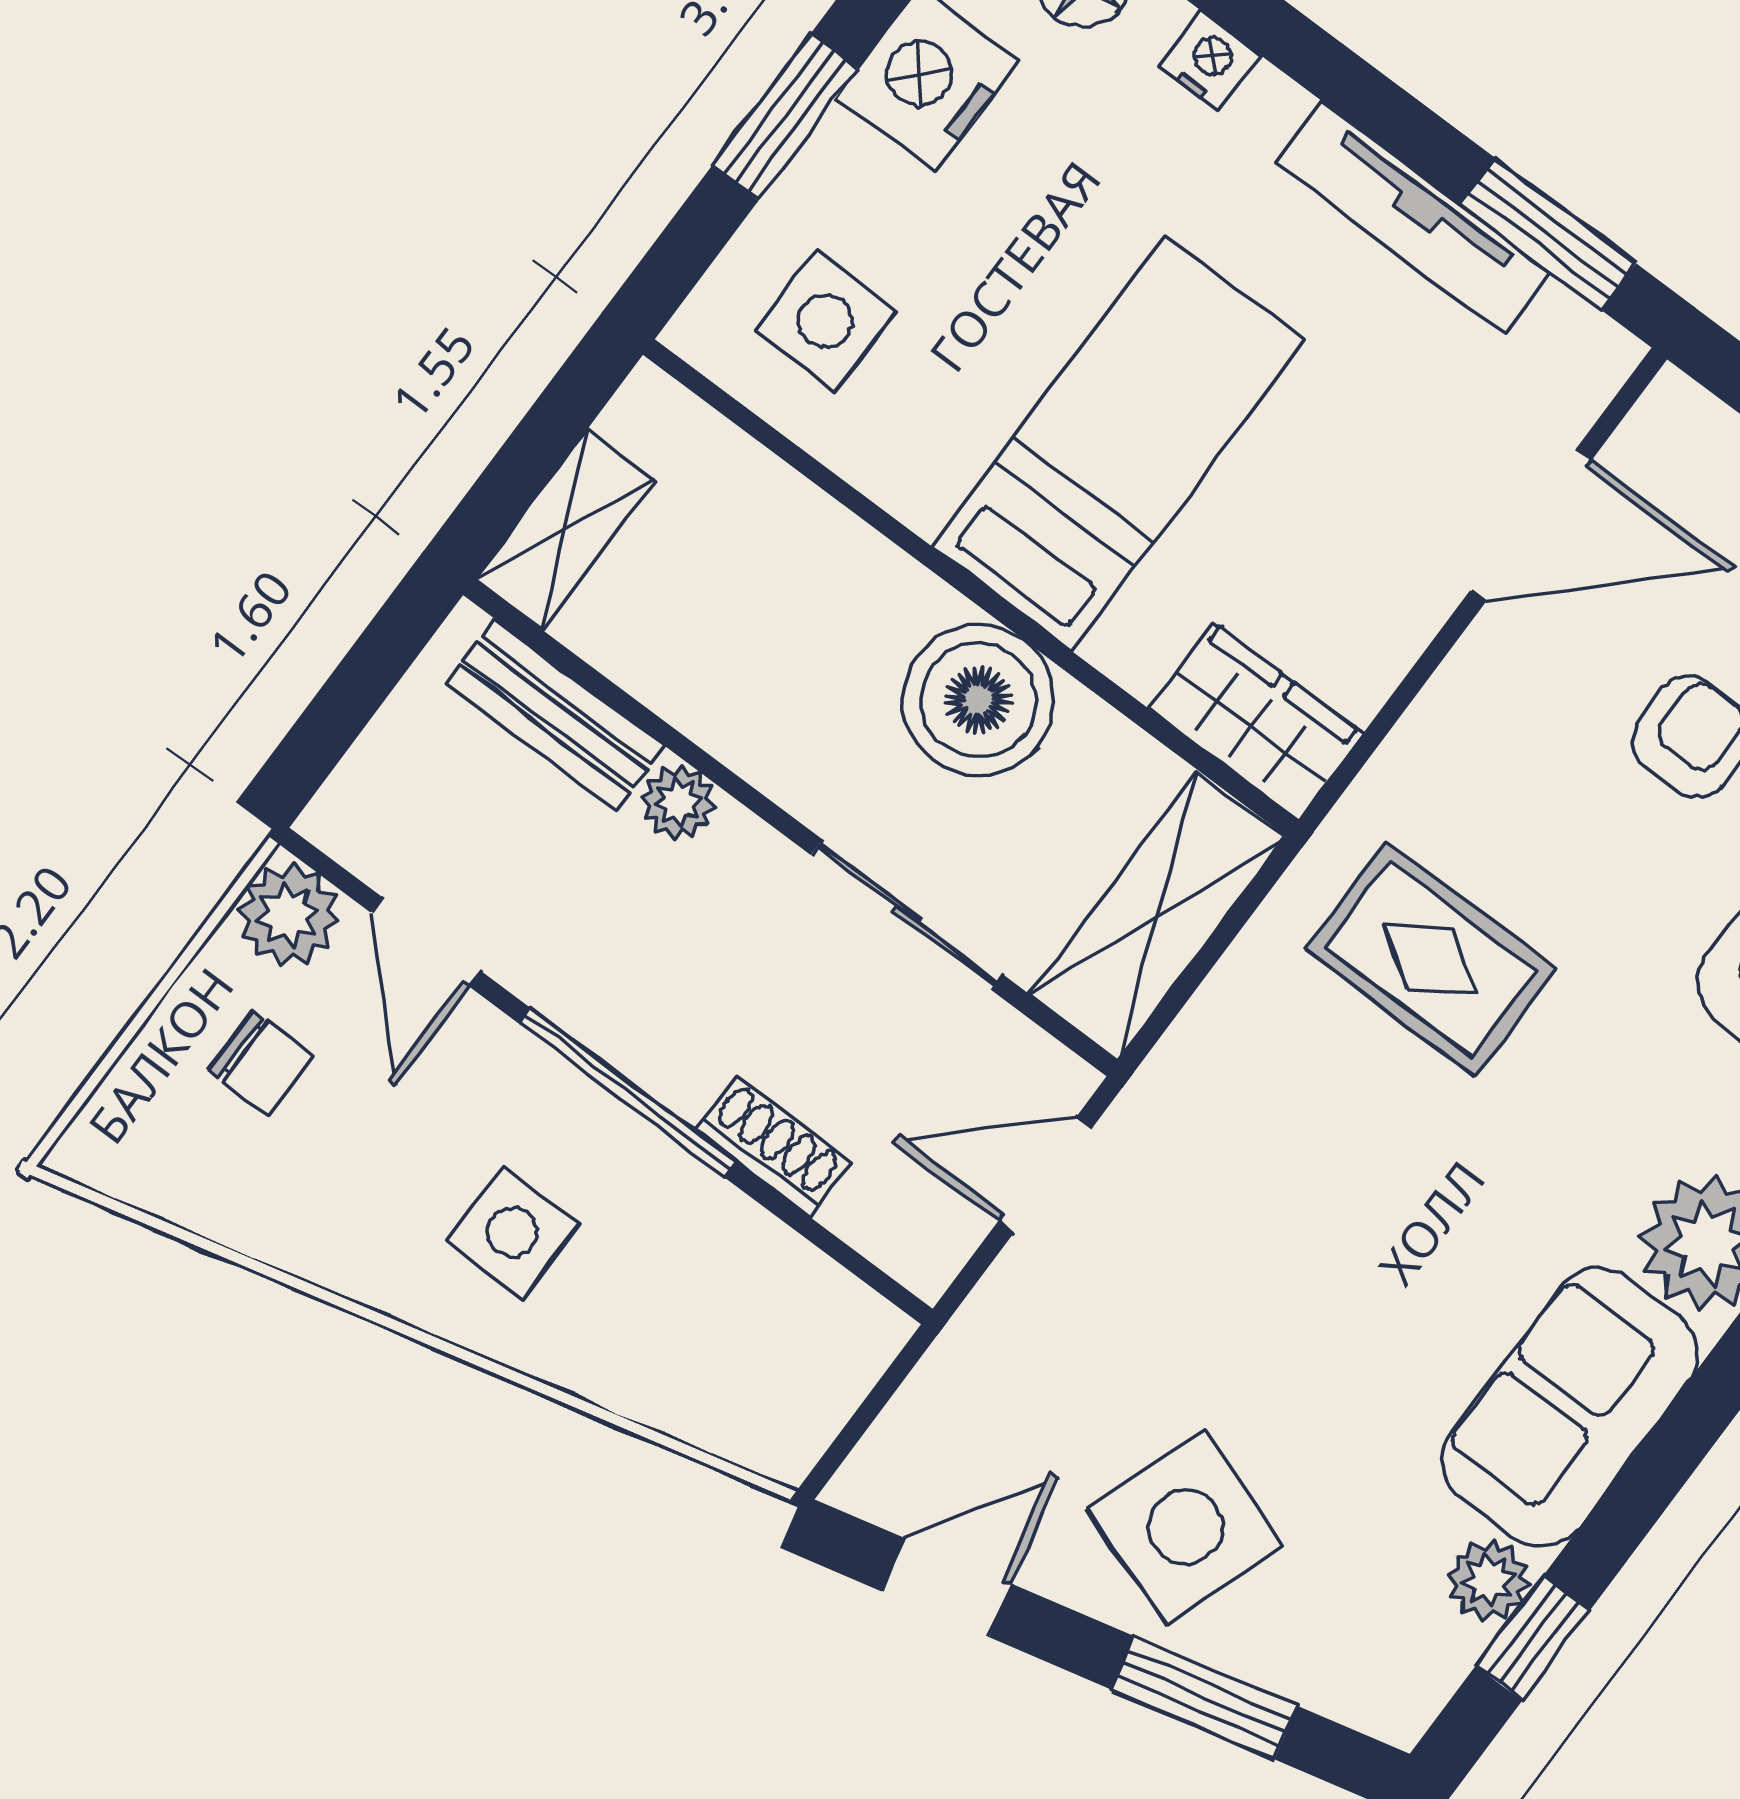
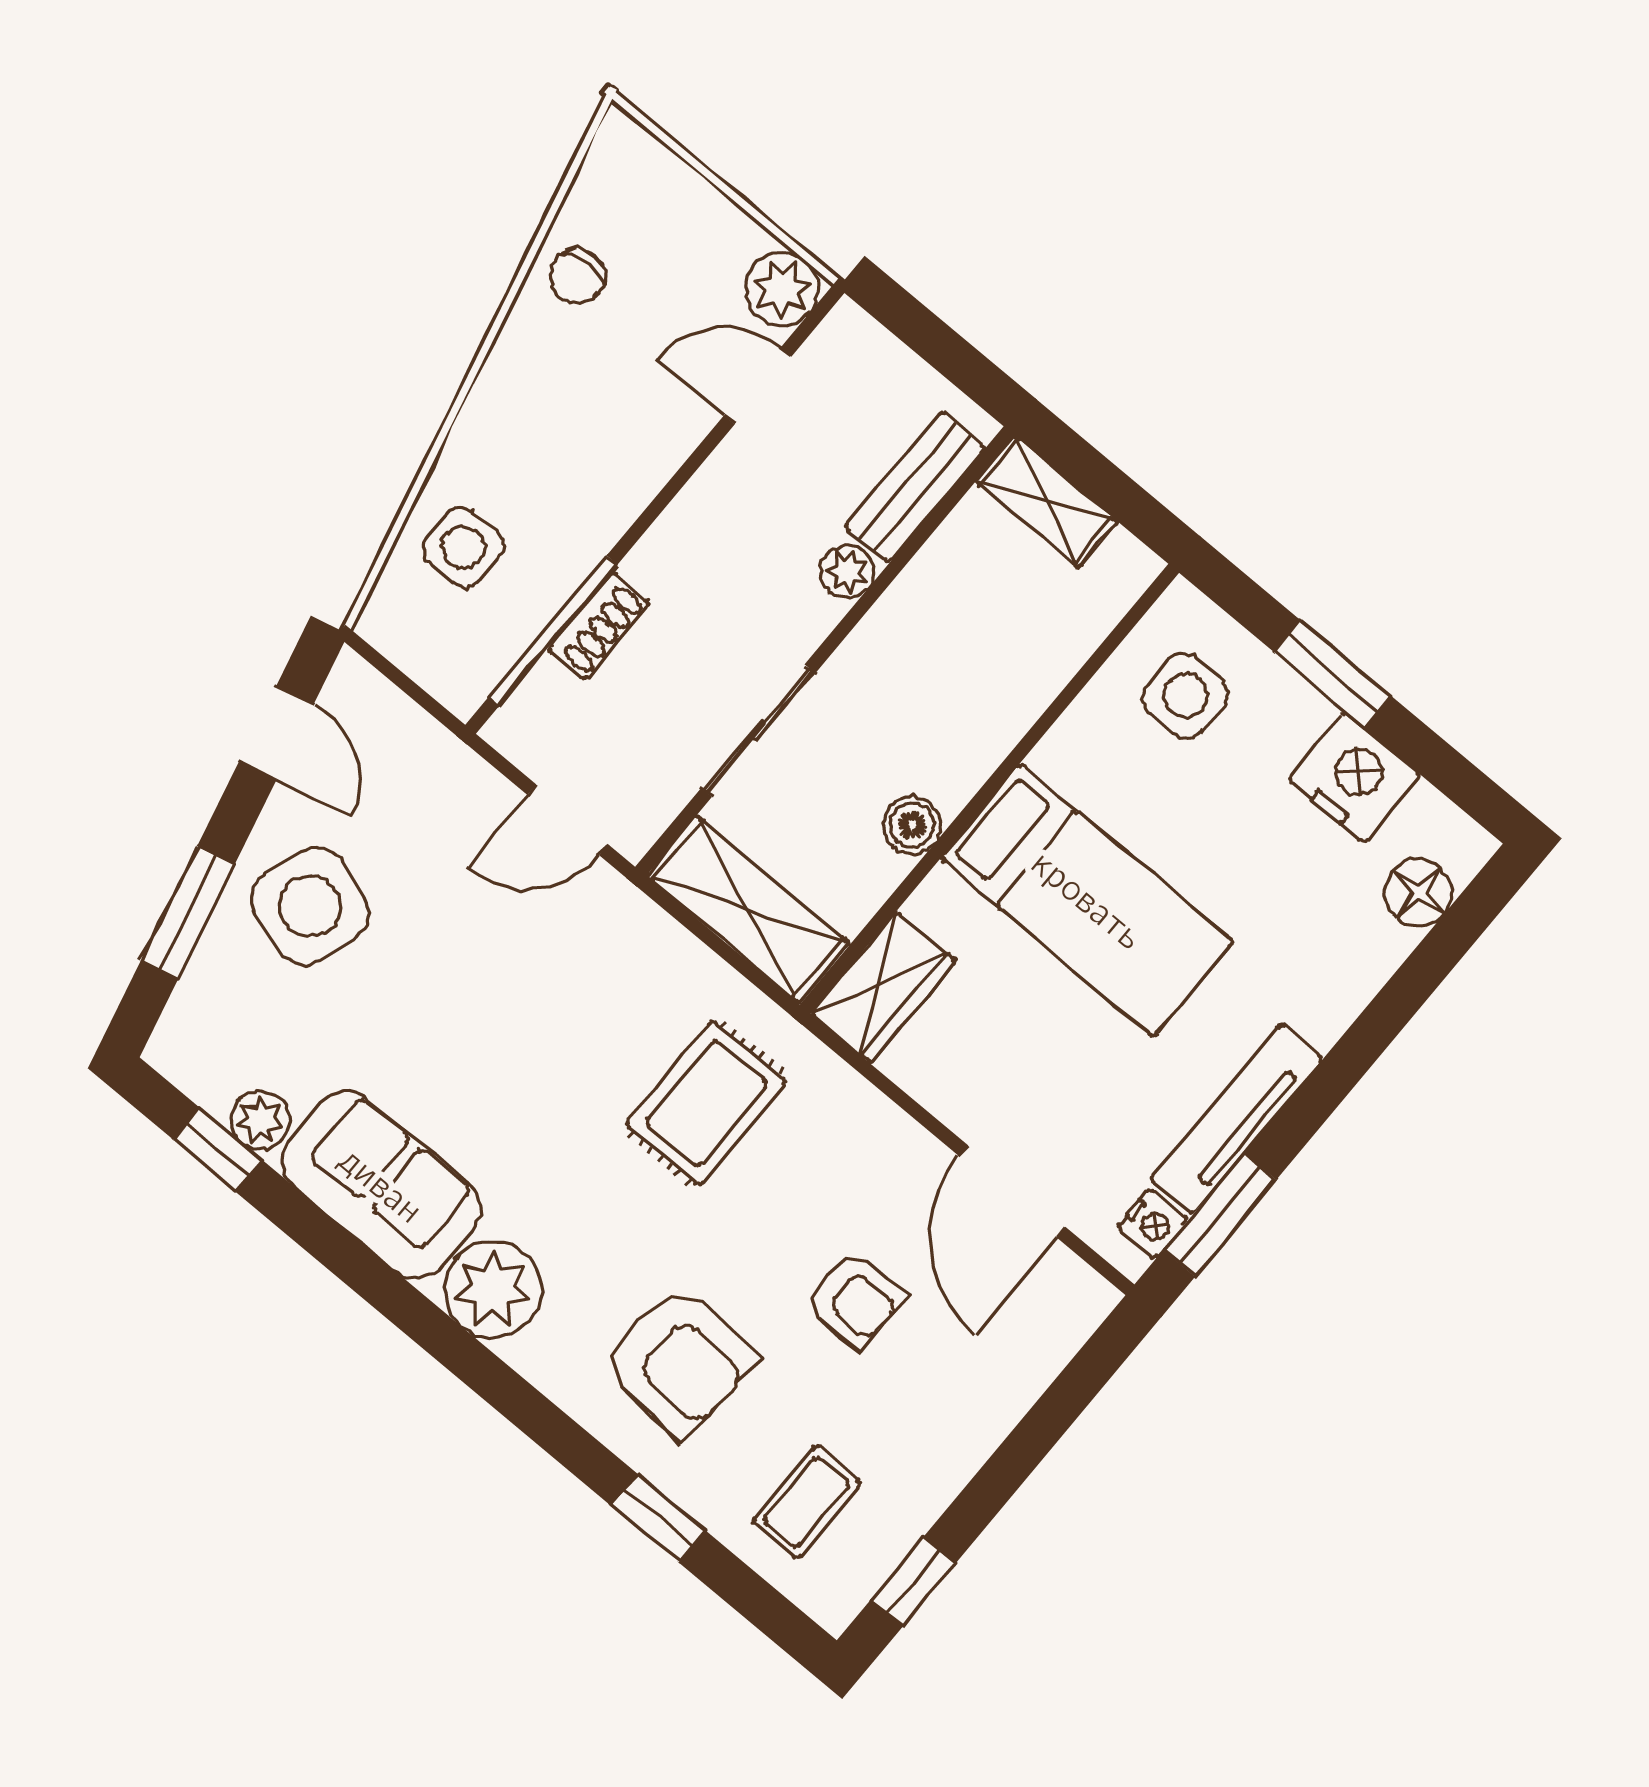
nightstand: (1209, 60) -> (1153, 1224), moved
boiler: (978, 700) -> (912, 825), width x0.54, depth x0.54
chair: (261, 1063) -> (577, 276), moved
window: (627, 1092) -> (553, 631), moved
door: (1046, 1174) -> (568, 820), swing flipped
side table: (512, 1232) -> (463, 547), moved

